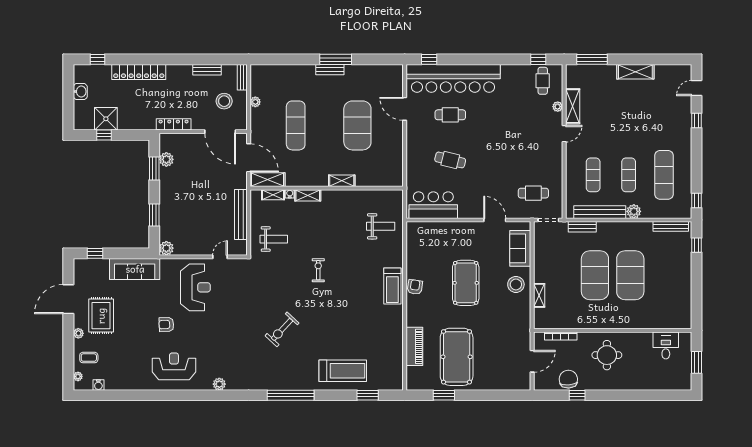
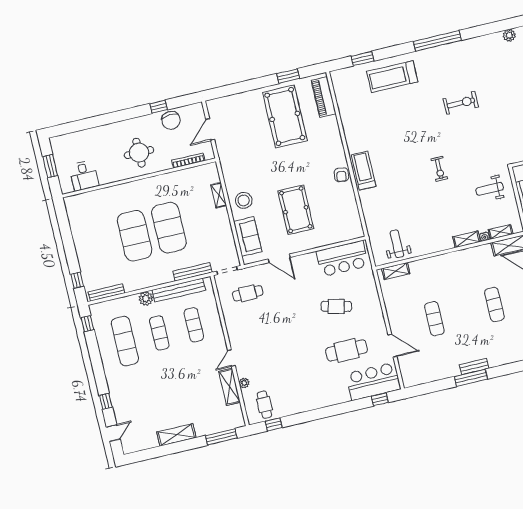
bar counter: (453, 78) -> (373, 381), width x0.54
cafe table: (450, 115) -> (346, 350), width x1.37, depth x1.35
exercise mat: (296, 125) -> (494, 304), width x0.73, depth x0.69
exercise mat: (357, 125) -> (434, 319), width x0.50, depth x0.69
shelving: (342, 181) -> (396, 271), moved
weight bench: (381, 226) -> (397, 244), moved, turned 90
bench: (582, 227) -> (192, 272), width x1.36
pool table: (466, 283) -> (296, 210), moved
exercise bike: (282, 329) -> (461, 103), turned 47
piano: (414, 346) -> (324, 97), moved

